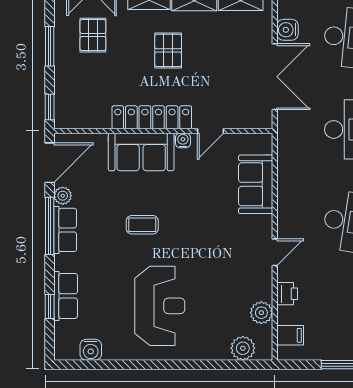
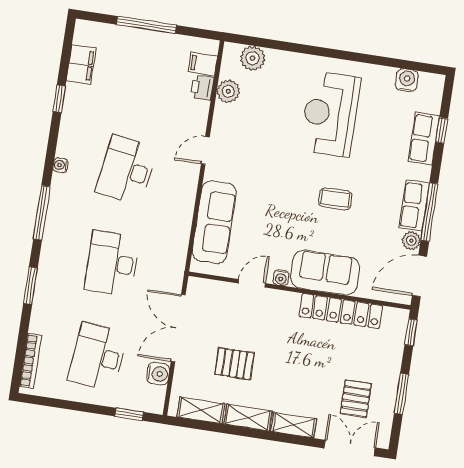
pallet: (168, 50) -> (234, 364), moved, turned 90
locker: (152, 117) -> (341, 311), moved
sofa: (256, 184) -> (214, 222), width x1.36
printer: (287, 294) -> (202, 88), moved

